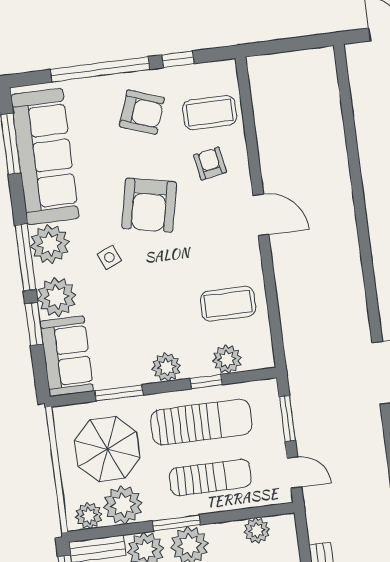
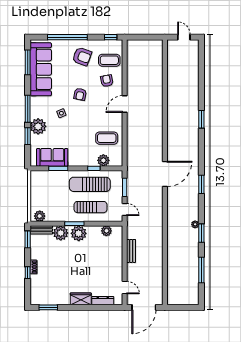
window: (178, 59) -> (111, 37), moved
armchair: (149, 205) -> (80, 94), width x0.53, depth x0.53
door: (261, 215) -> (125, 104), swing flipped
plant: (50, 244) -> (38, 105), removed
sofa: (67, 356) -> (52, 157), moved, turned -90
plant: (166, 367) -> (79, 160), removed
sun lounger: (201, 422) -> (90, 184), turned 180
parasol: (107, 449) -> (51, 190), removed
plant: (123, 505) -> (54, 214), removed

